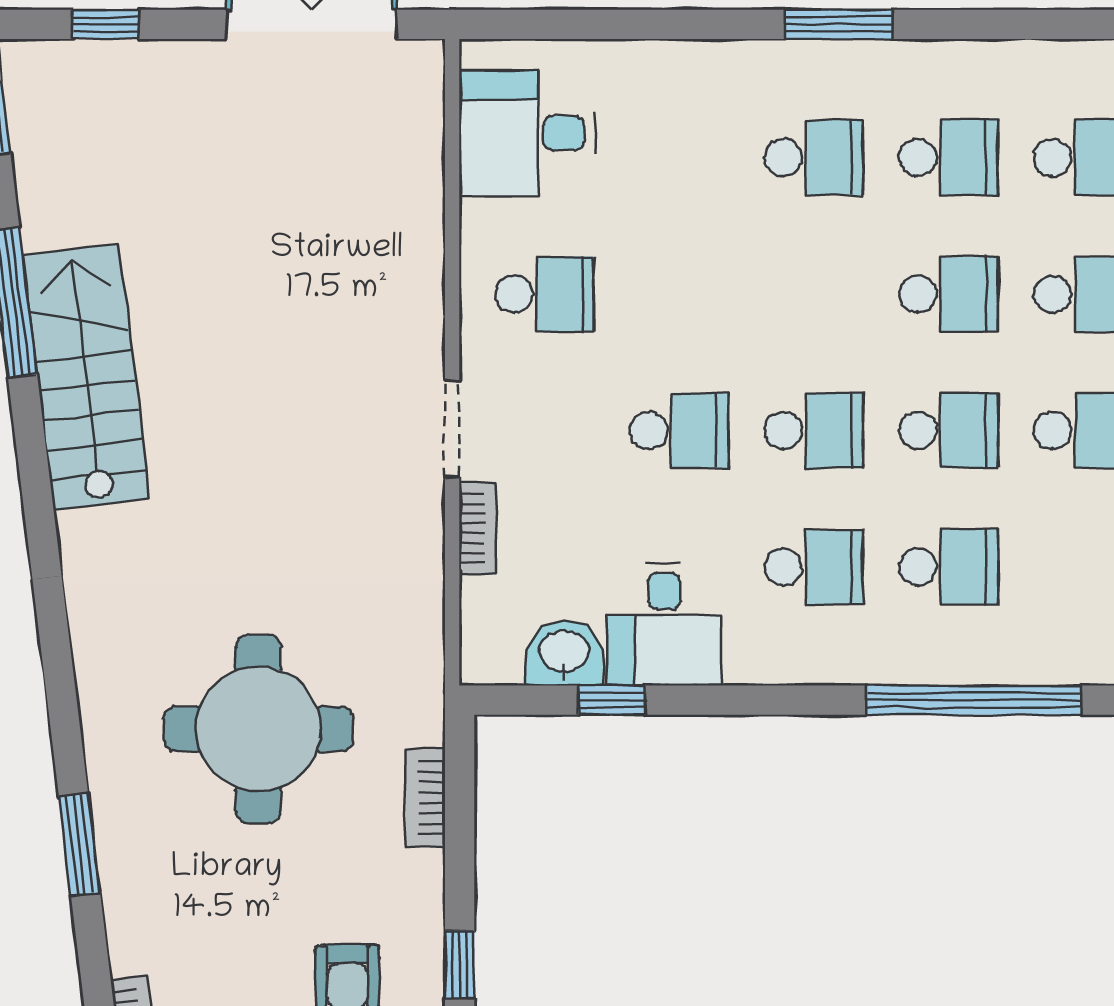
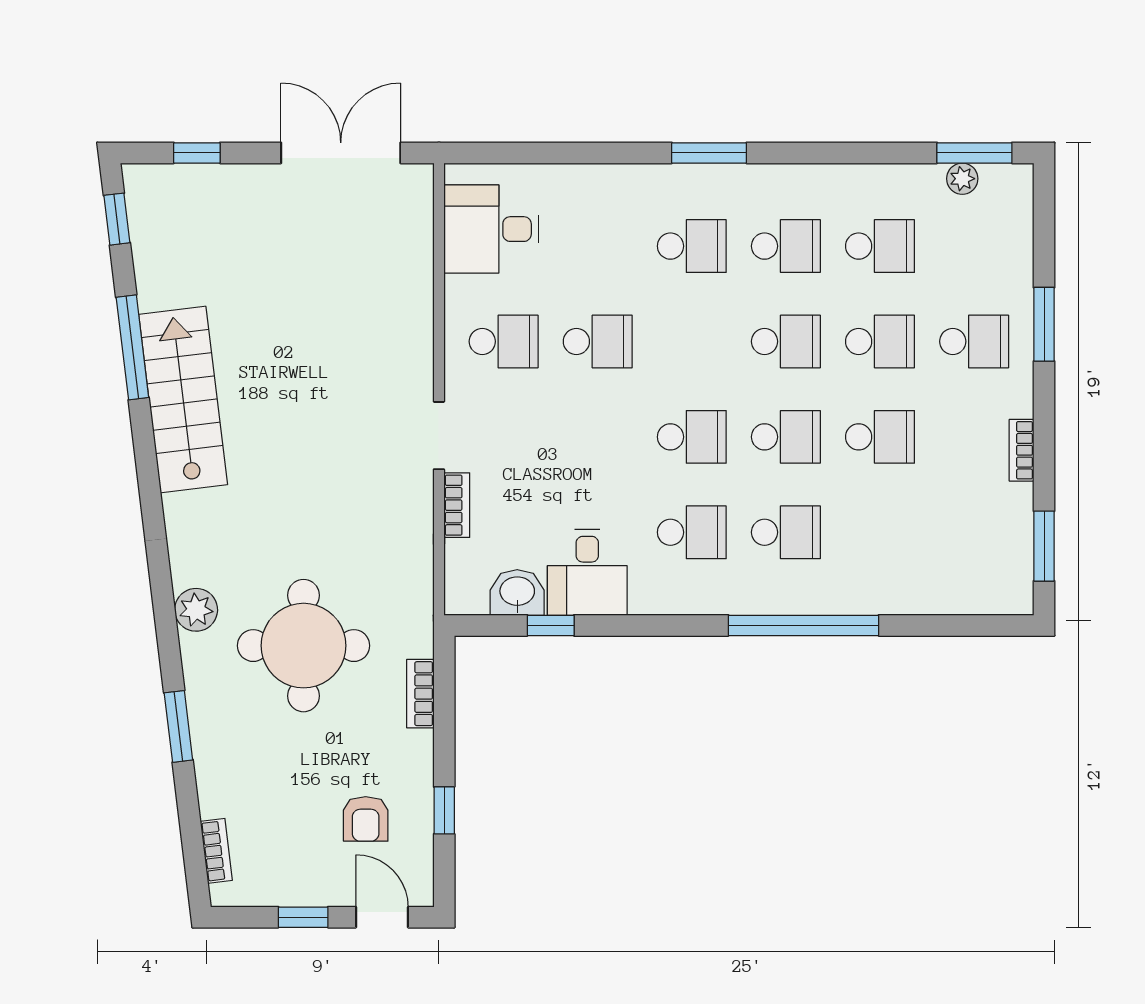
school desk: (679, 430) -> (598, 341), moved
plant: (105, 678) -> (196, 610), added

